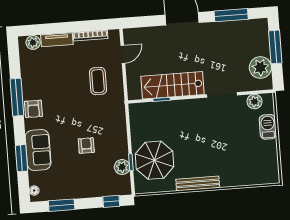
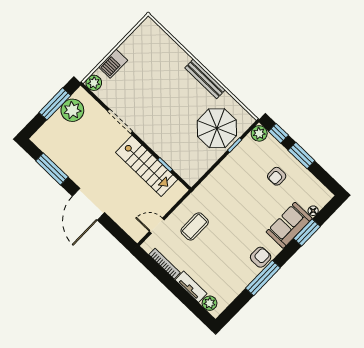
window: (275, 47) -> (55, 104), moved
plant: (255, 102) -> (94, 83), moved
armchair: (86, 146) -> (277, 176), moved
plant: (122, 167) -> (259, 133), moved
floor lamp: (34, 190) -> (313, 211), moved
window: (62, 205) -> (301, 155), moved

